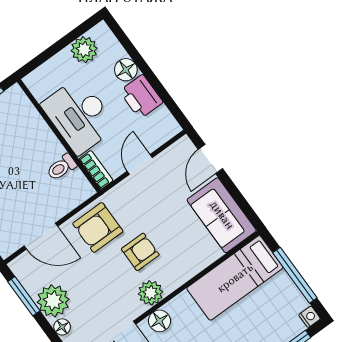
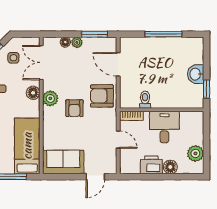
desk: (79, 116) -> (164, 127), width x0.73
door: (210, 159) -> (95, 177), swing flipped
armchair: (98, 227) -> (102, 96), turned -90
door: (41, 236) -> (118, 64), hinge flipped
plant: (53, 301) -> (77, 42), width x0.53, depth x0.53

